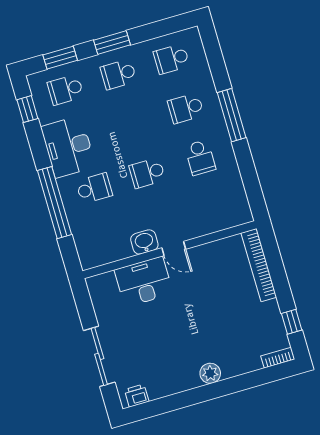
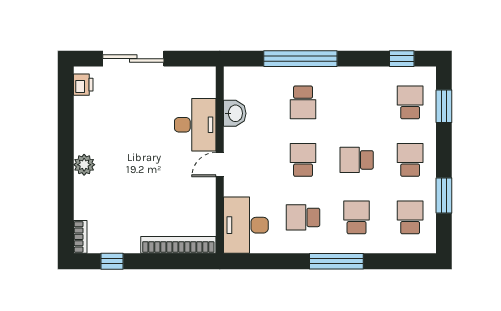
window: (112, 43) -> (444, 195), moved
school desk: (133, 124) -> (357, 160), added
desk: (68, 147) -> (246, 225), moved, turned -90
washbasin: (144, 242) -> (235, 113), moved

